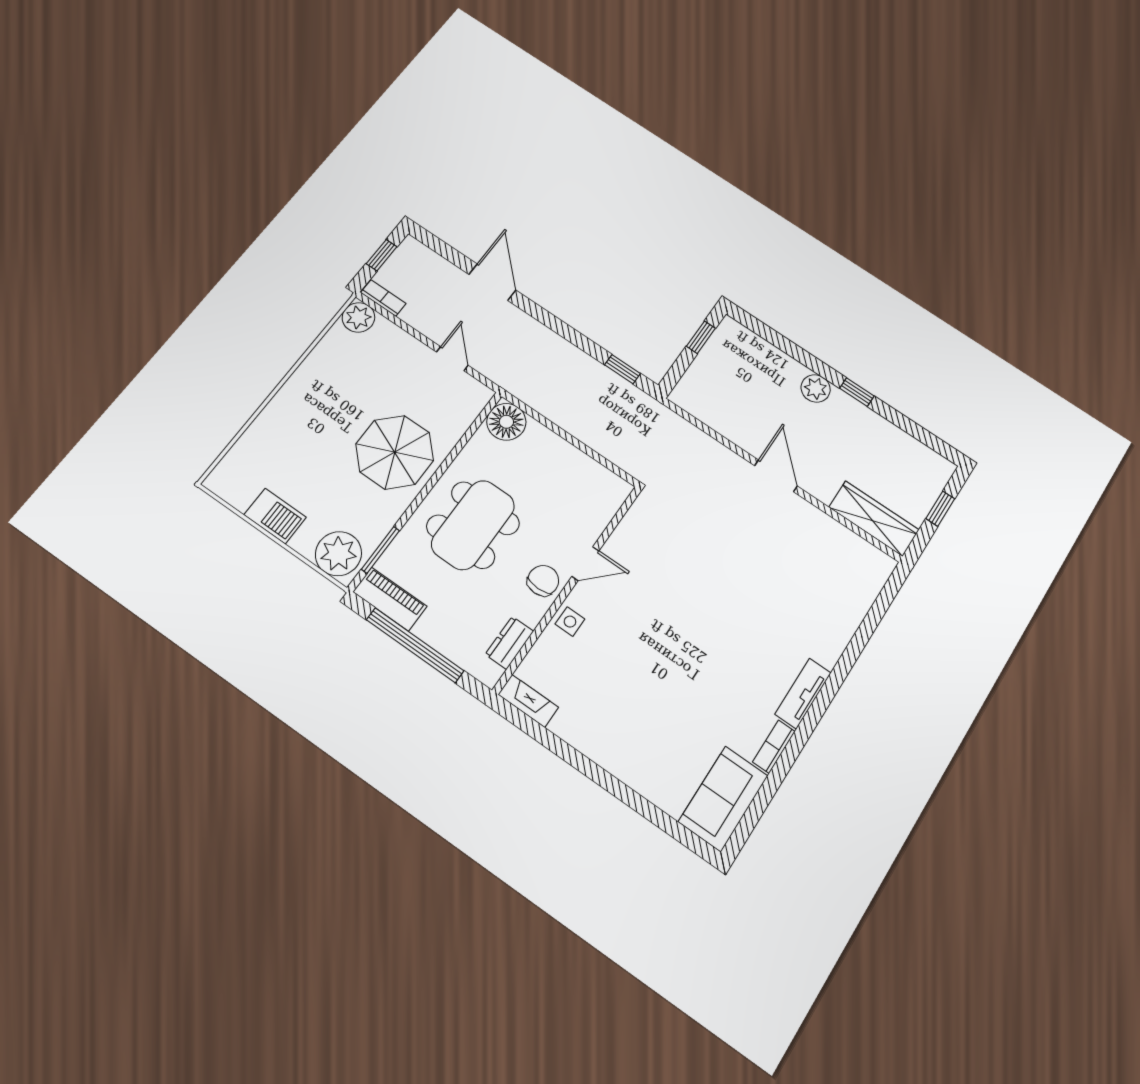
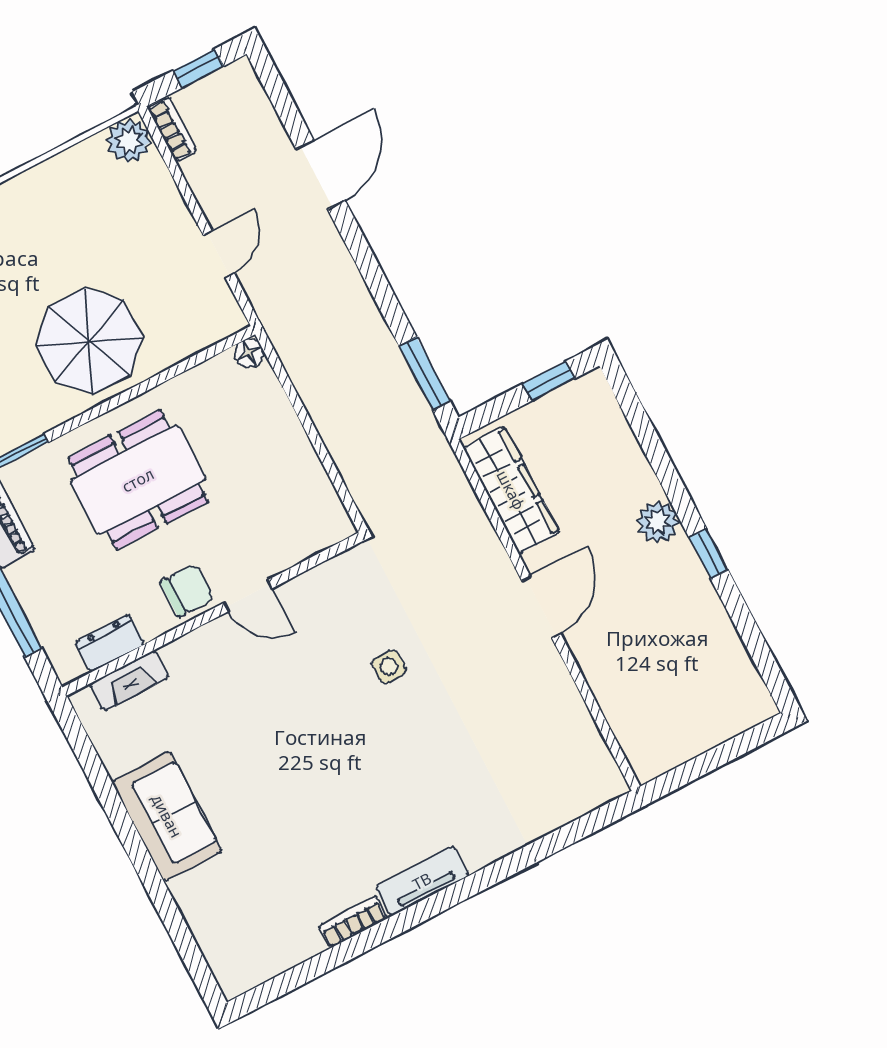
window: (622, 369) -> (425, 374), width x1.50
floor lamp: (506, 422) -> (249, 353), width x0.53, depth x0.53
window: (940, 509) -> (724, 753), removed
wardrobe: (874, 519) -> (511, 490), moved
side table: (570, 622) -> (389, 667), moved
fireplace: (528, 701) -> (129, 681), moved, turned 90
sofa: (723, 799) -> (167, 816), moved, turned 90

